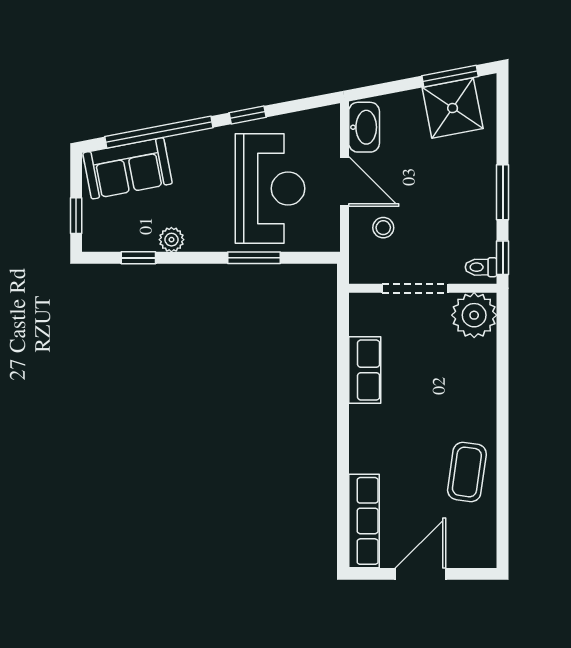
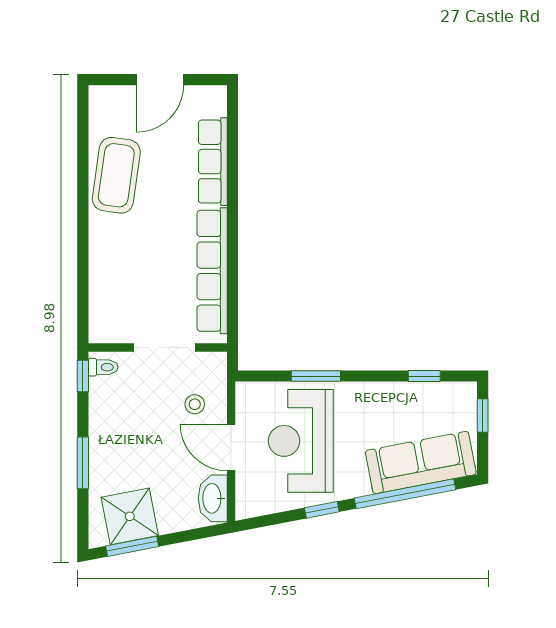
sofa: (128, 168) -> (421, 463), width x1.36
window: (503, 192) -> (83, 463), moved
plant: (171, 240) -> (393, 393), removed
plant: (474, 315) -> (110, 322), removed
row of seats: (365, 370) -> (212, 271), width x2.02
coffee table: (467, 472) -> (116, 175), width x1.36, depth x1.32
row of seats: (364, 521) -> (213, 162), moved

